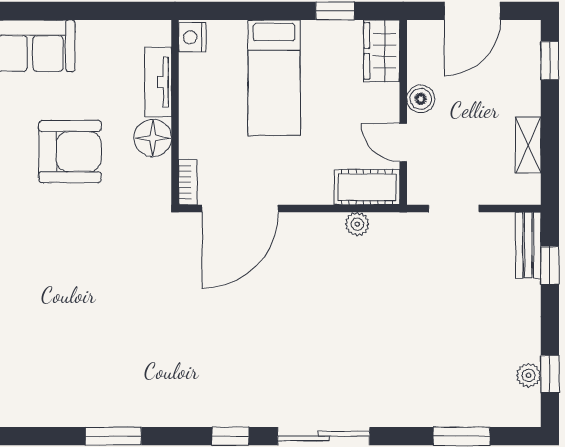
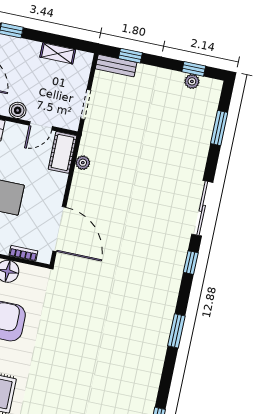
bookcase: (188, 182) -> (23, 253), moved

